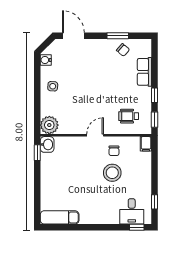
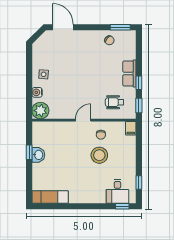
window: (118, 36) -> (120, 27), moved
water cooler: (46, 60) -> (37, 92), moved
row of seats: (144, 72) -> (129, 73), moved
washbasin: (47, 144) -> (38, 155), moved
window: (37, 153) -> (29, 152), moved

